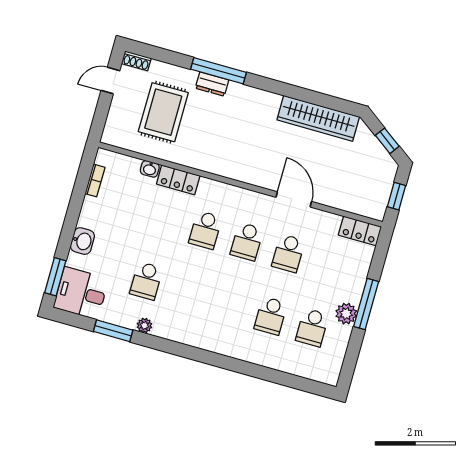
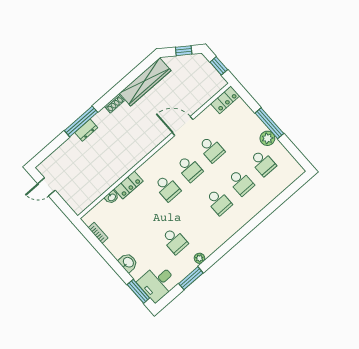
shoe rack: (136, 61) -> (114, 103), moved
door: (110, 81) -> (46, 187), hinge flipped
rug: (163, 112) -> (84, 168), removed
school desk: (229, 304) -> (219, 202), added

